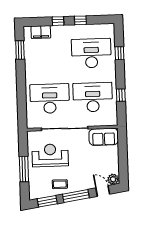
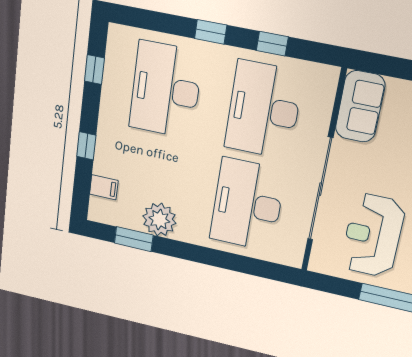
window: (80, 20) -> (94, 70), moved
filing cabinet: (41, 32) -> (104, 187), width x0.50
window: (119, 53) -> (211, 32), moved
plant: (32, 60) -> (159, 220), added

